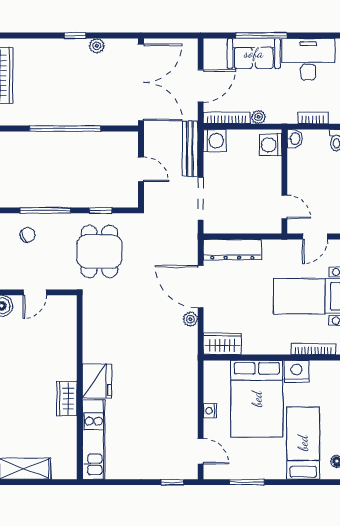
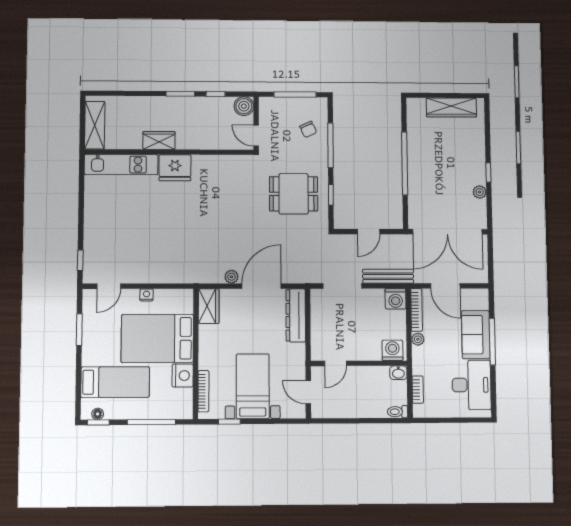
fridge: (97, 381) -> (175, 168), moved
wall: (80, 387) -> (169, 152), moved
wardrobe: (67, 399) -> (159, 140), moved
kitchen unit: (94, 440) -> (121, 165), moved

